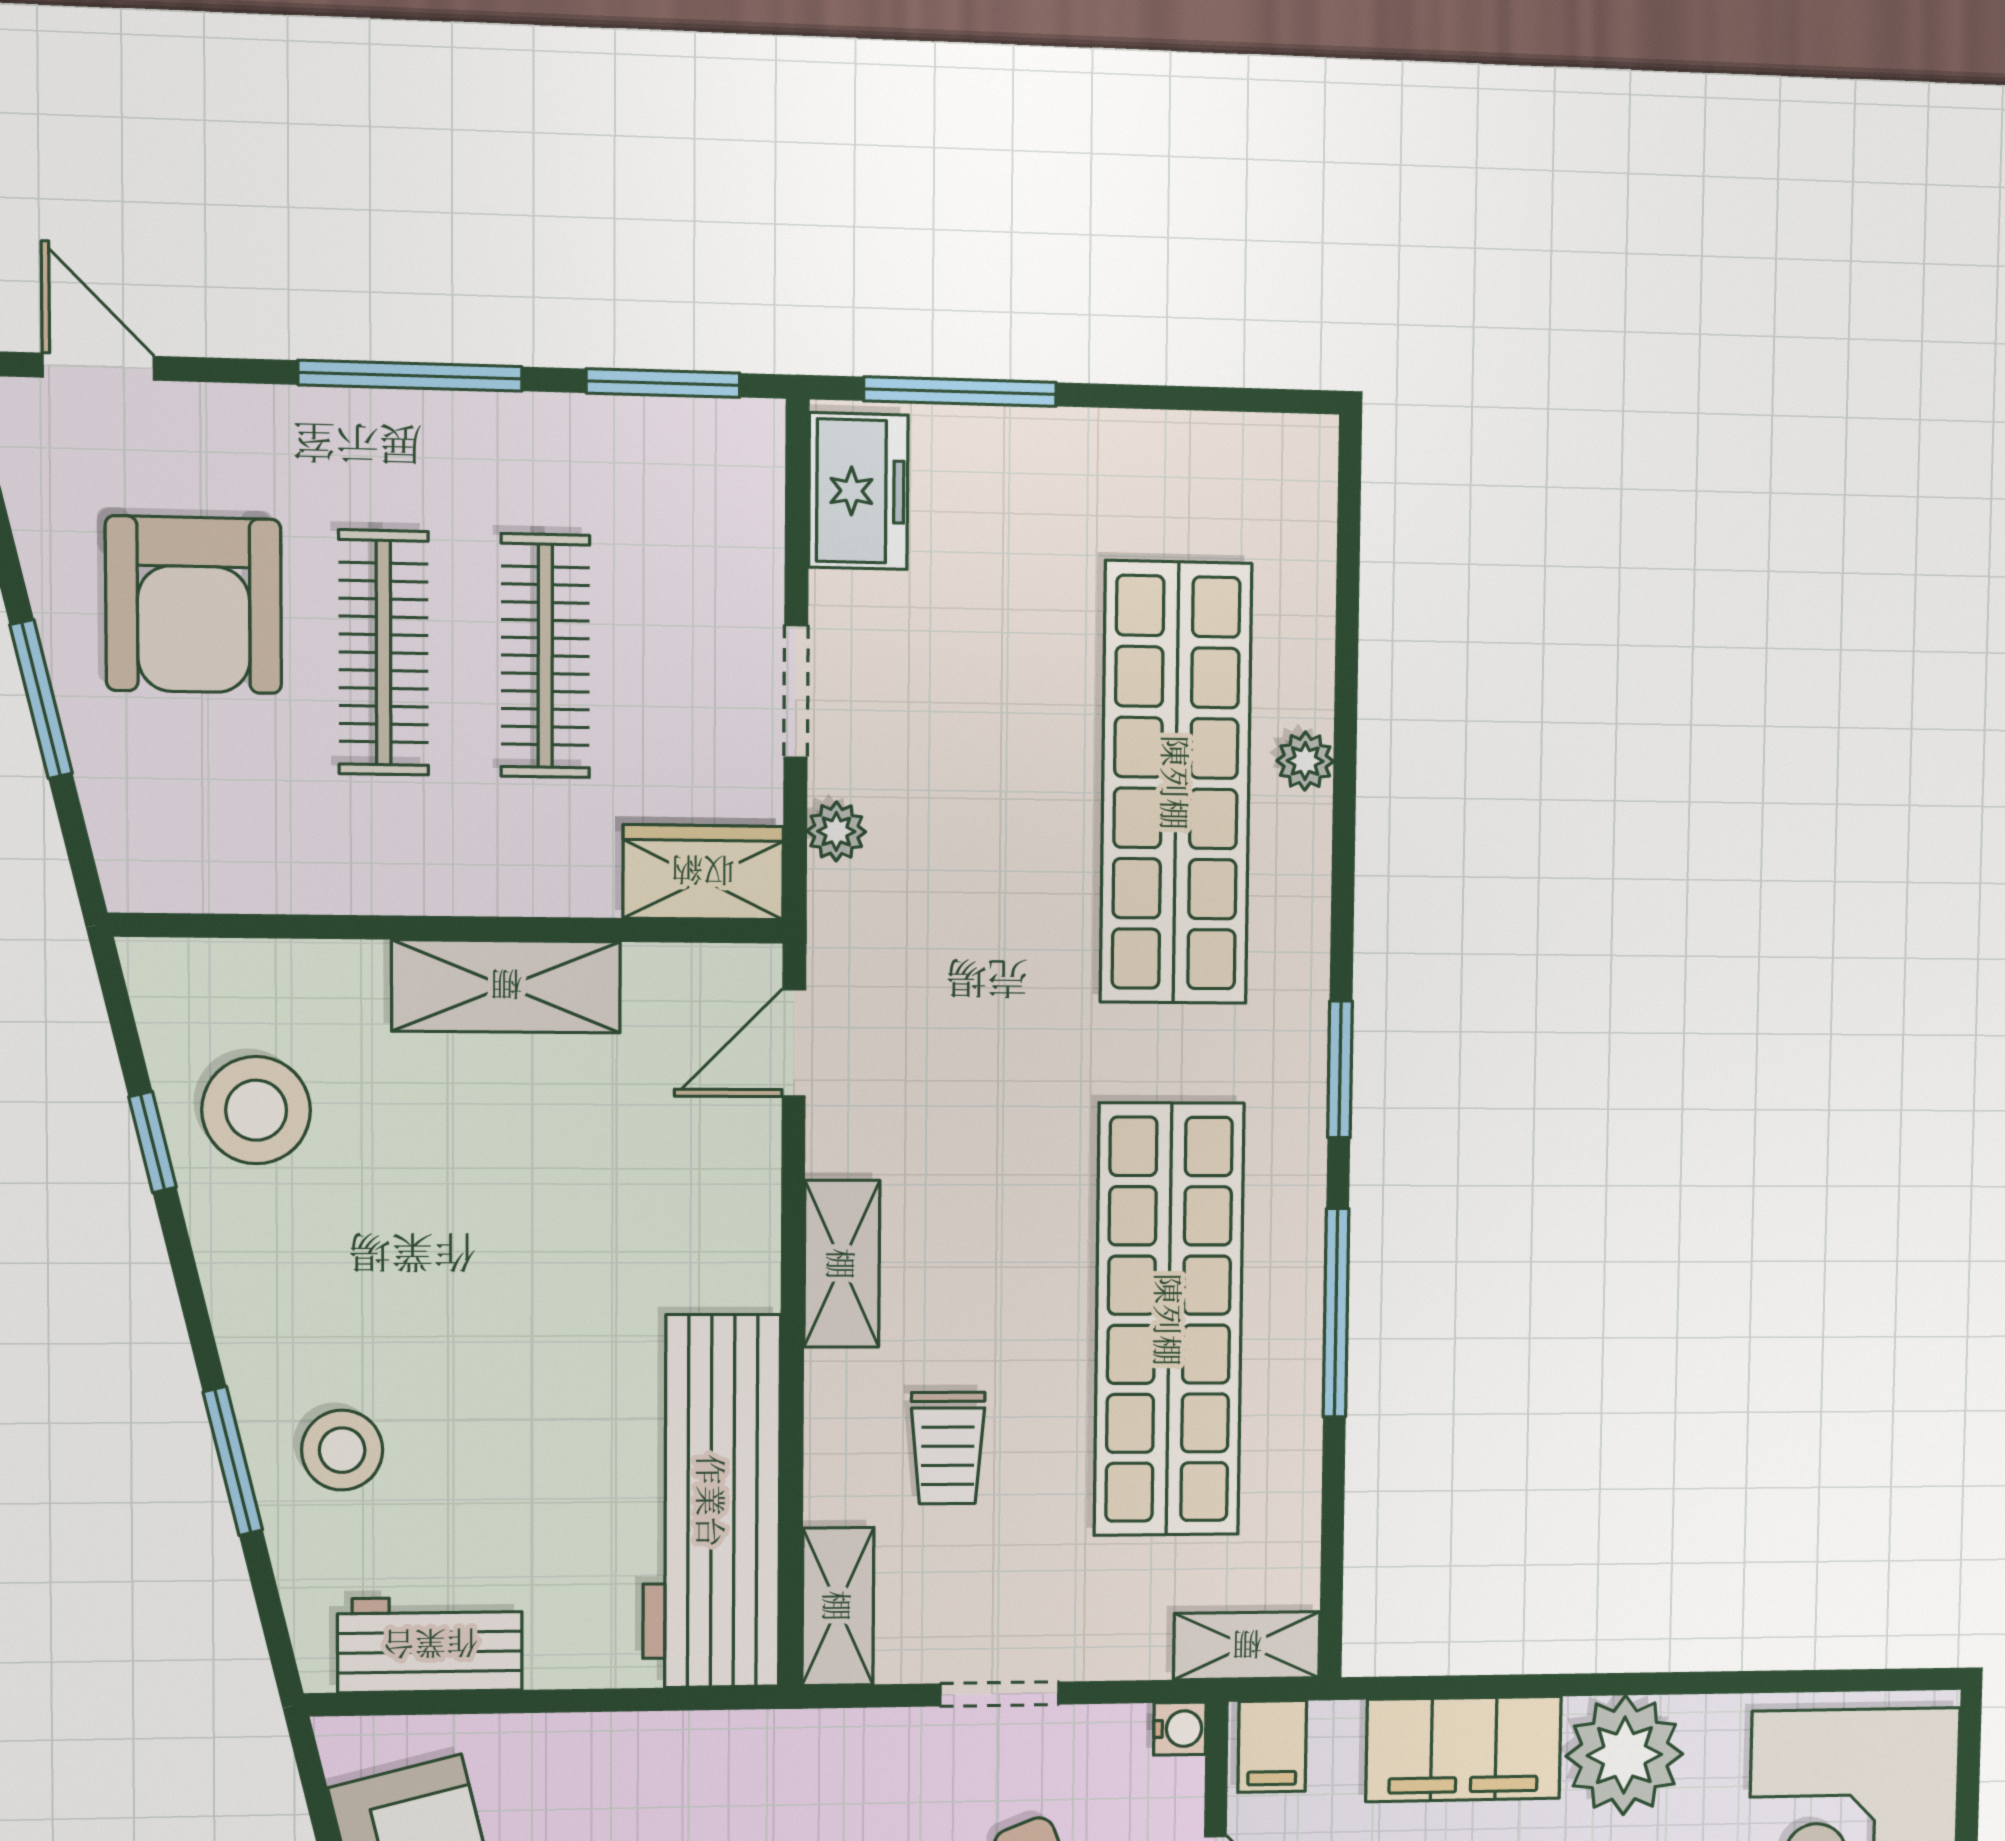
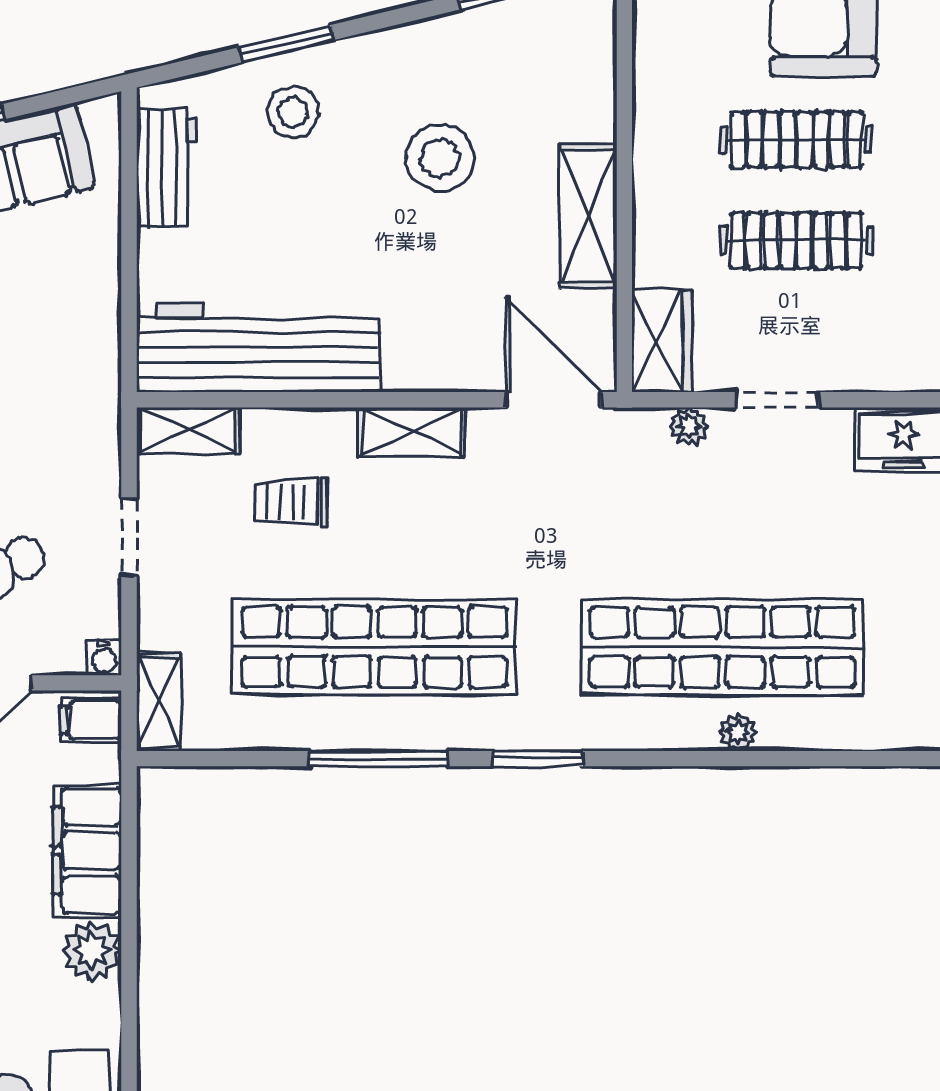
door: (794, 1043) -> (553, 400), width x1.38
stool: (256, 1110) -> (440, 158), moved
plant: (1624, 1755) -> (92, 951), width x0.73, depth x0.73

